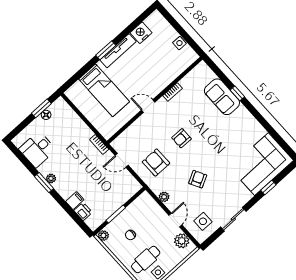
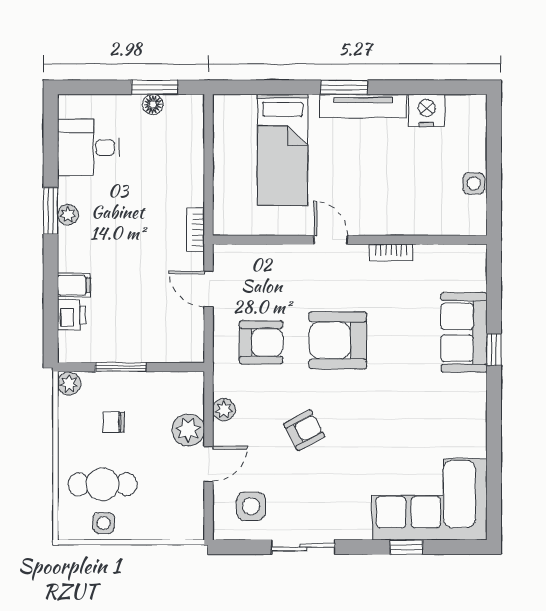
armchair: (181, 138) -> (338, 340), width x1.88, depth x1.88
armchair: (156, 163) -> (261, 342), turned 90
plant: (182, 241) -> (188, 430), moved

